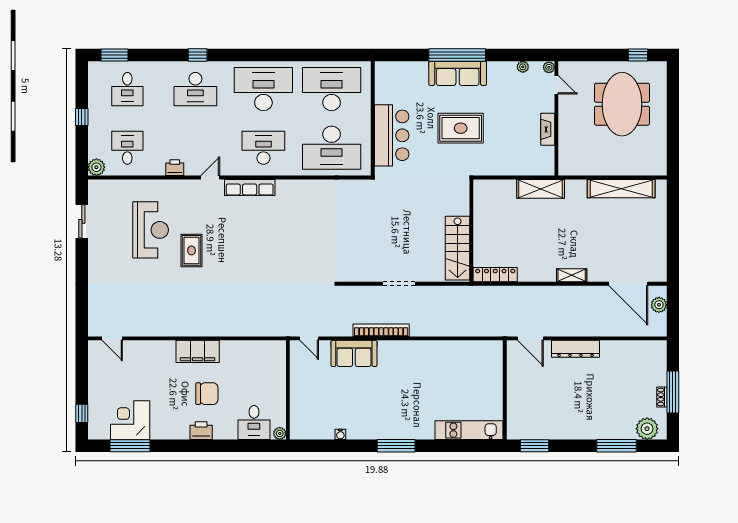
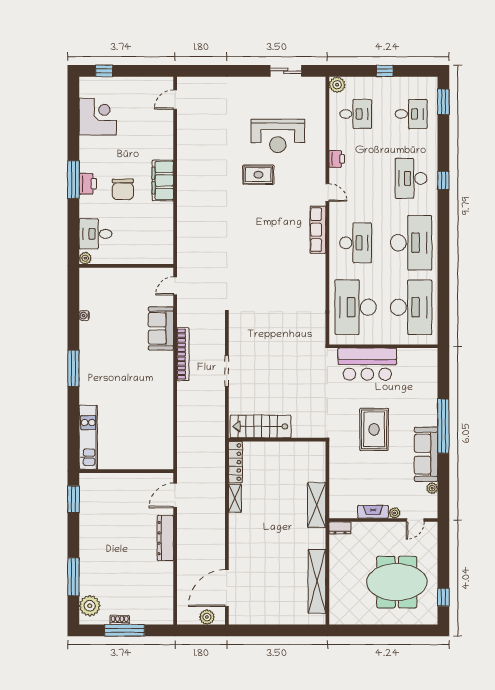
plant: (549, 67) -> (395, 513), moved
sofa: (458, 73) -> (426, 454), moved
desk: (127, 89) -> (411, 114), turned 180
dresser: (565, 164) -> (340, 528), added
shelving: (572, 275) -> (235, 498), moved
window: (130, 446) -> (73, 180), moved

